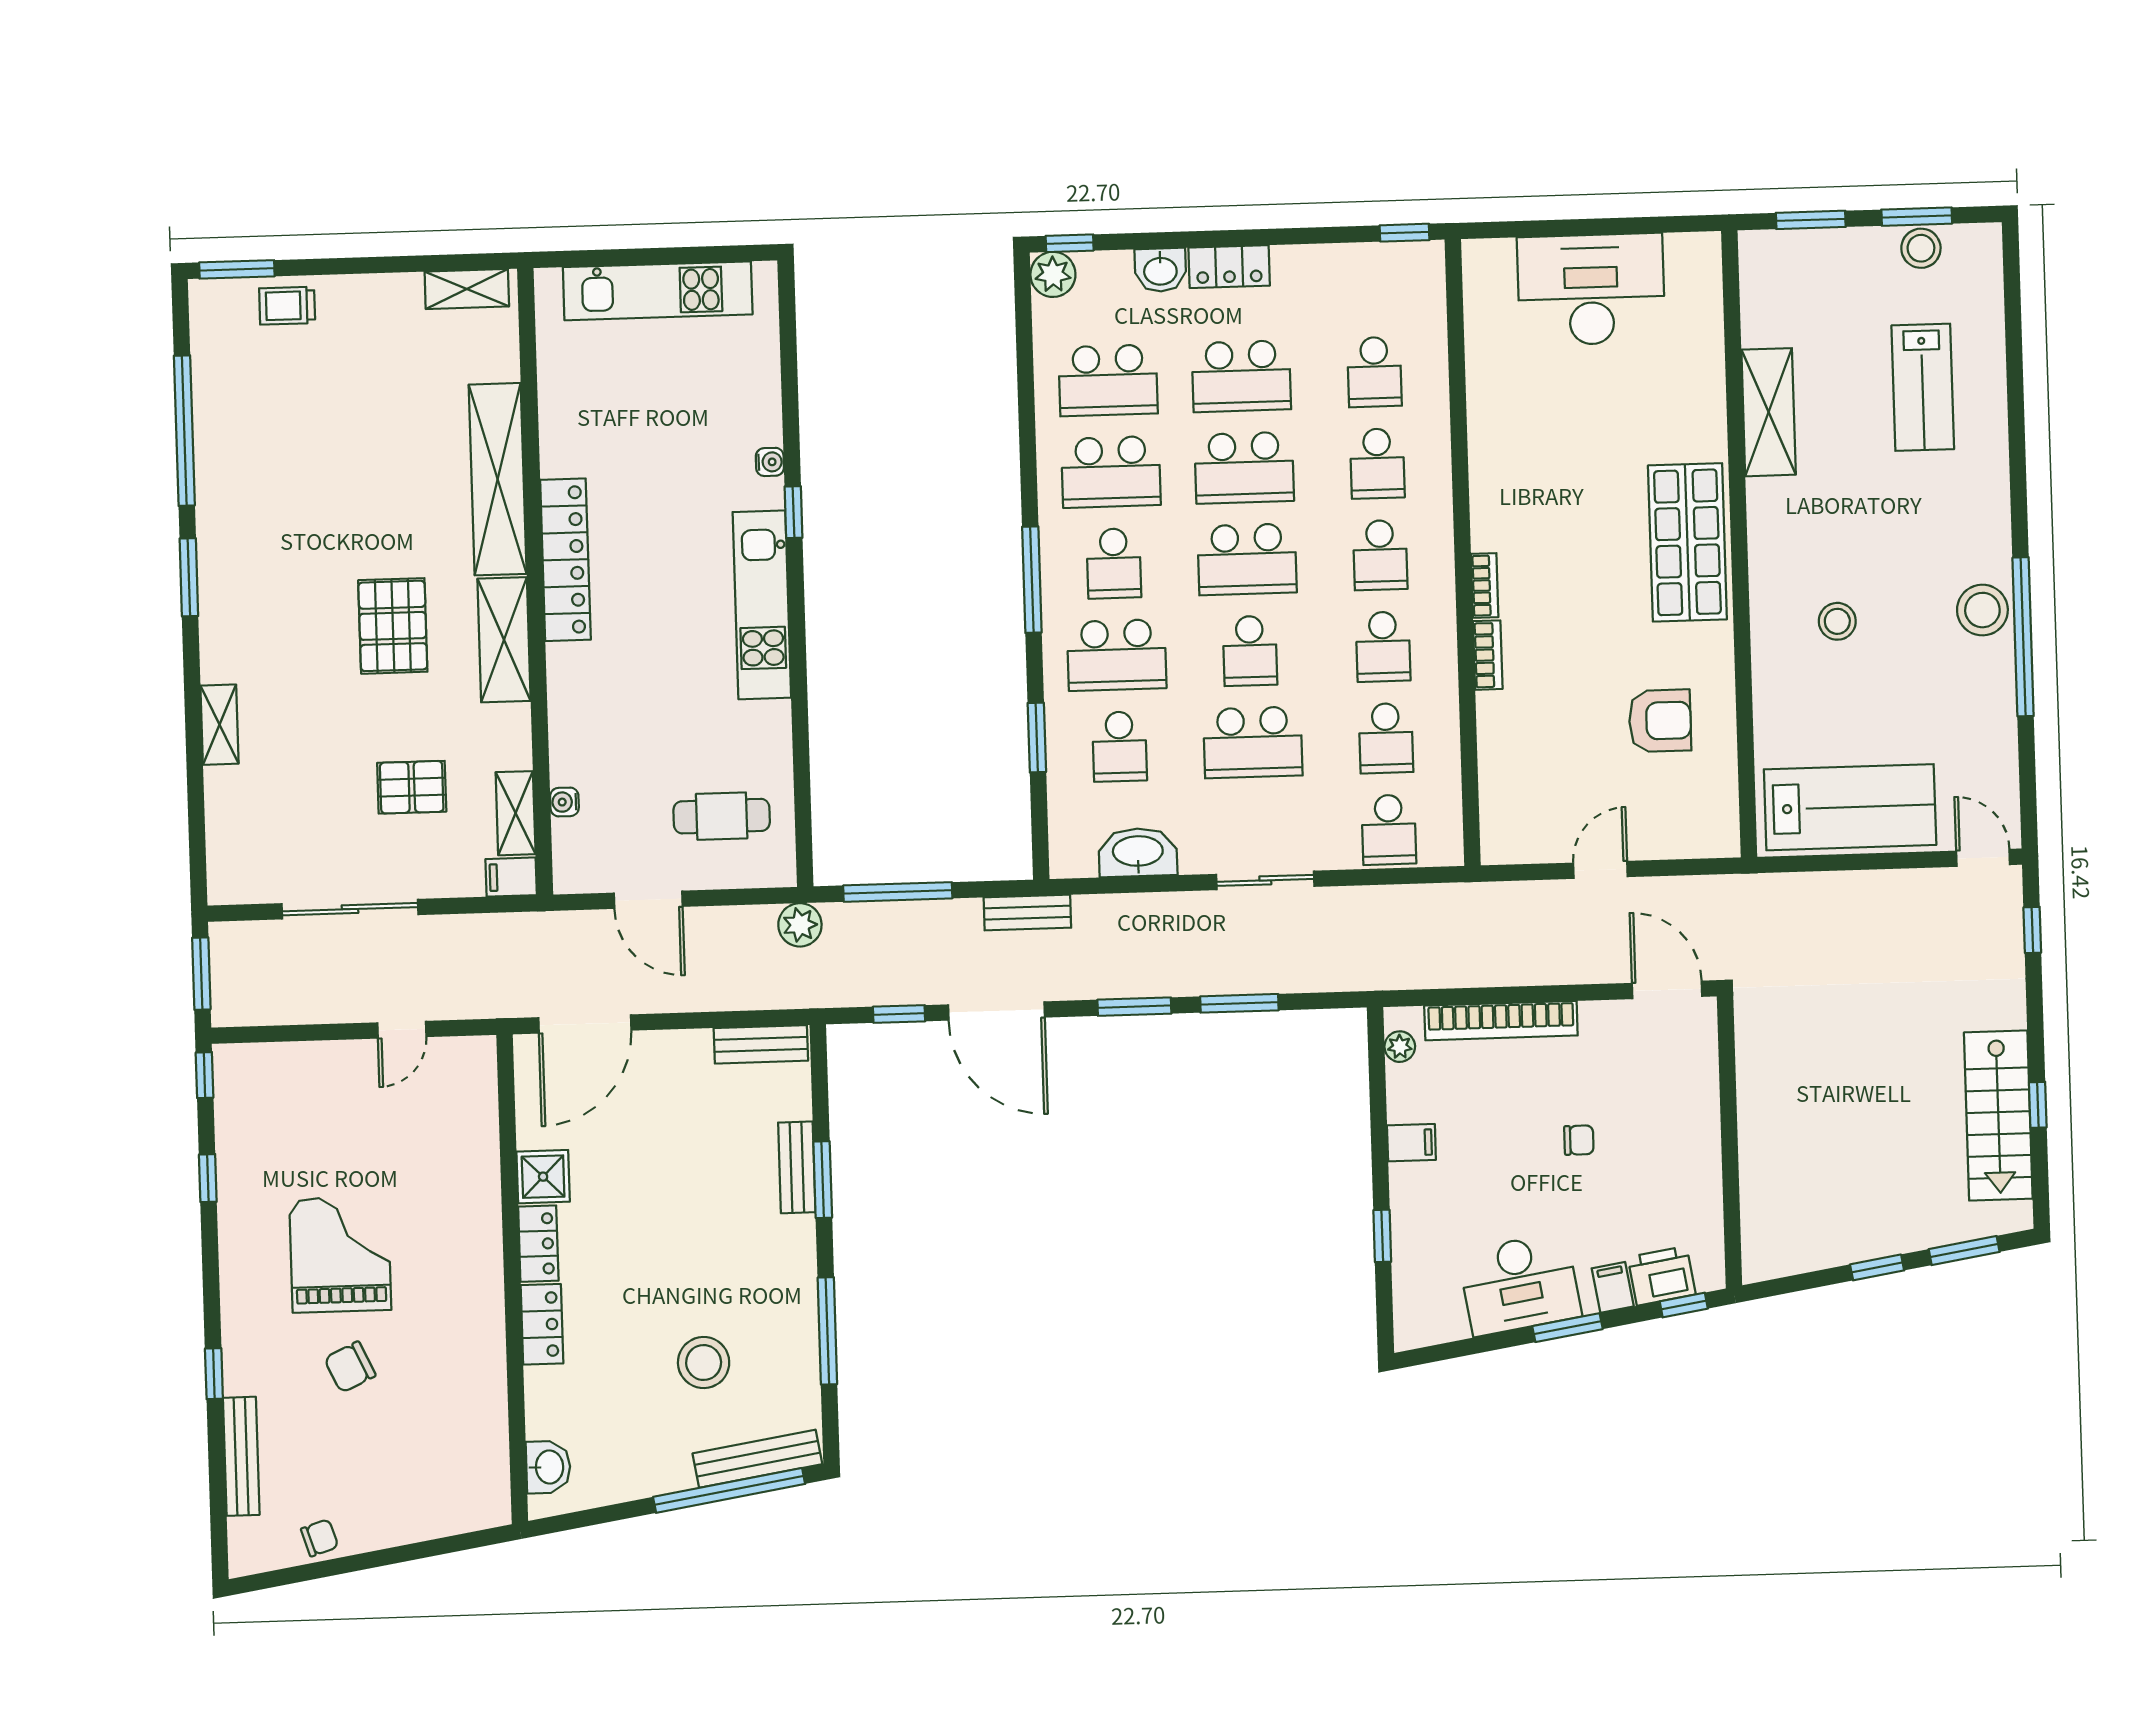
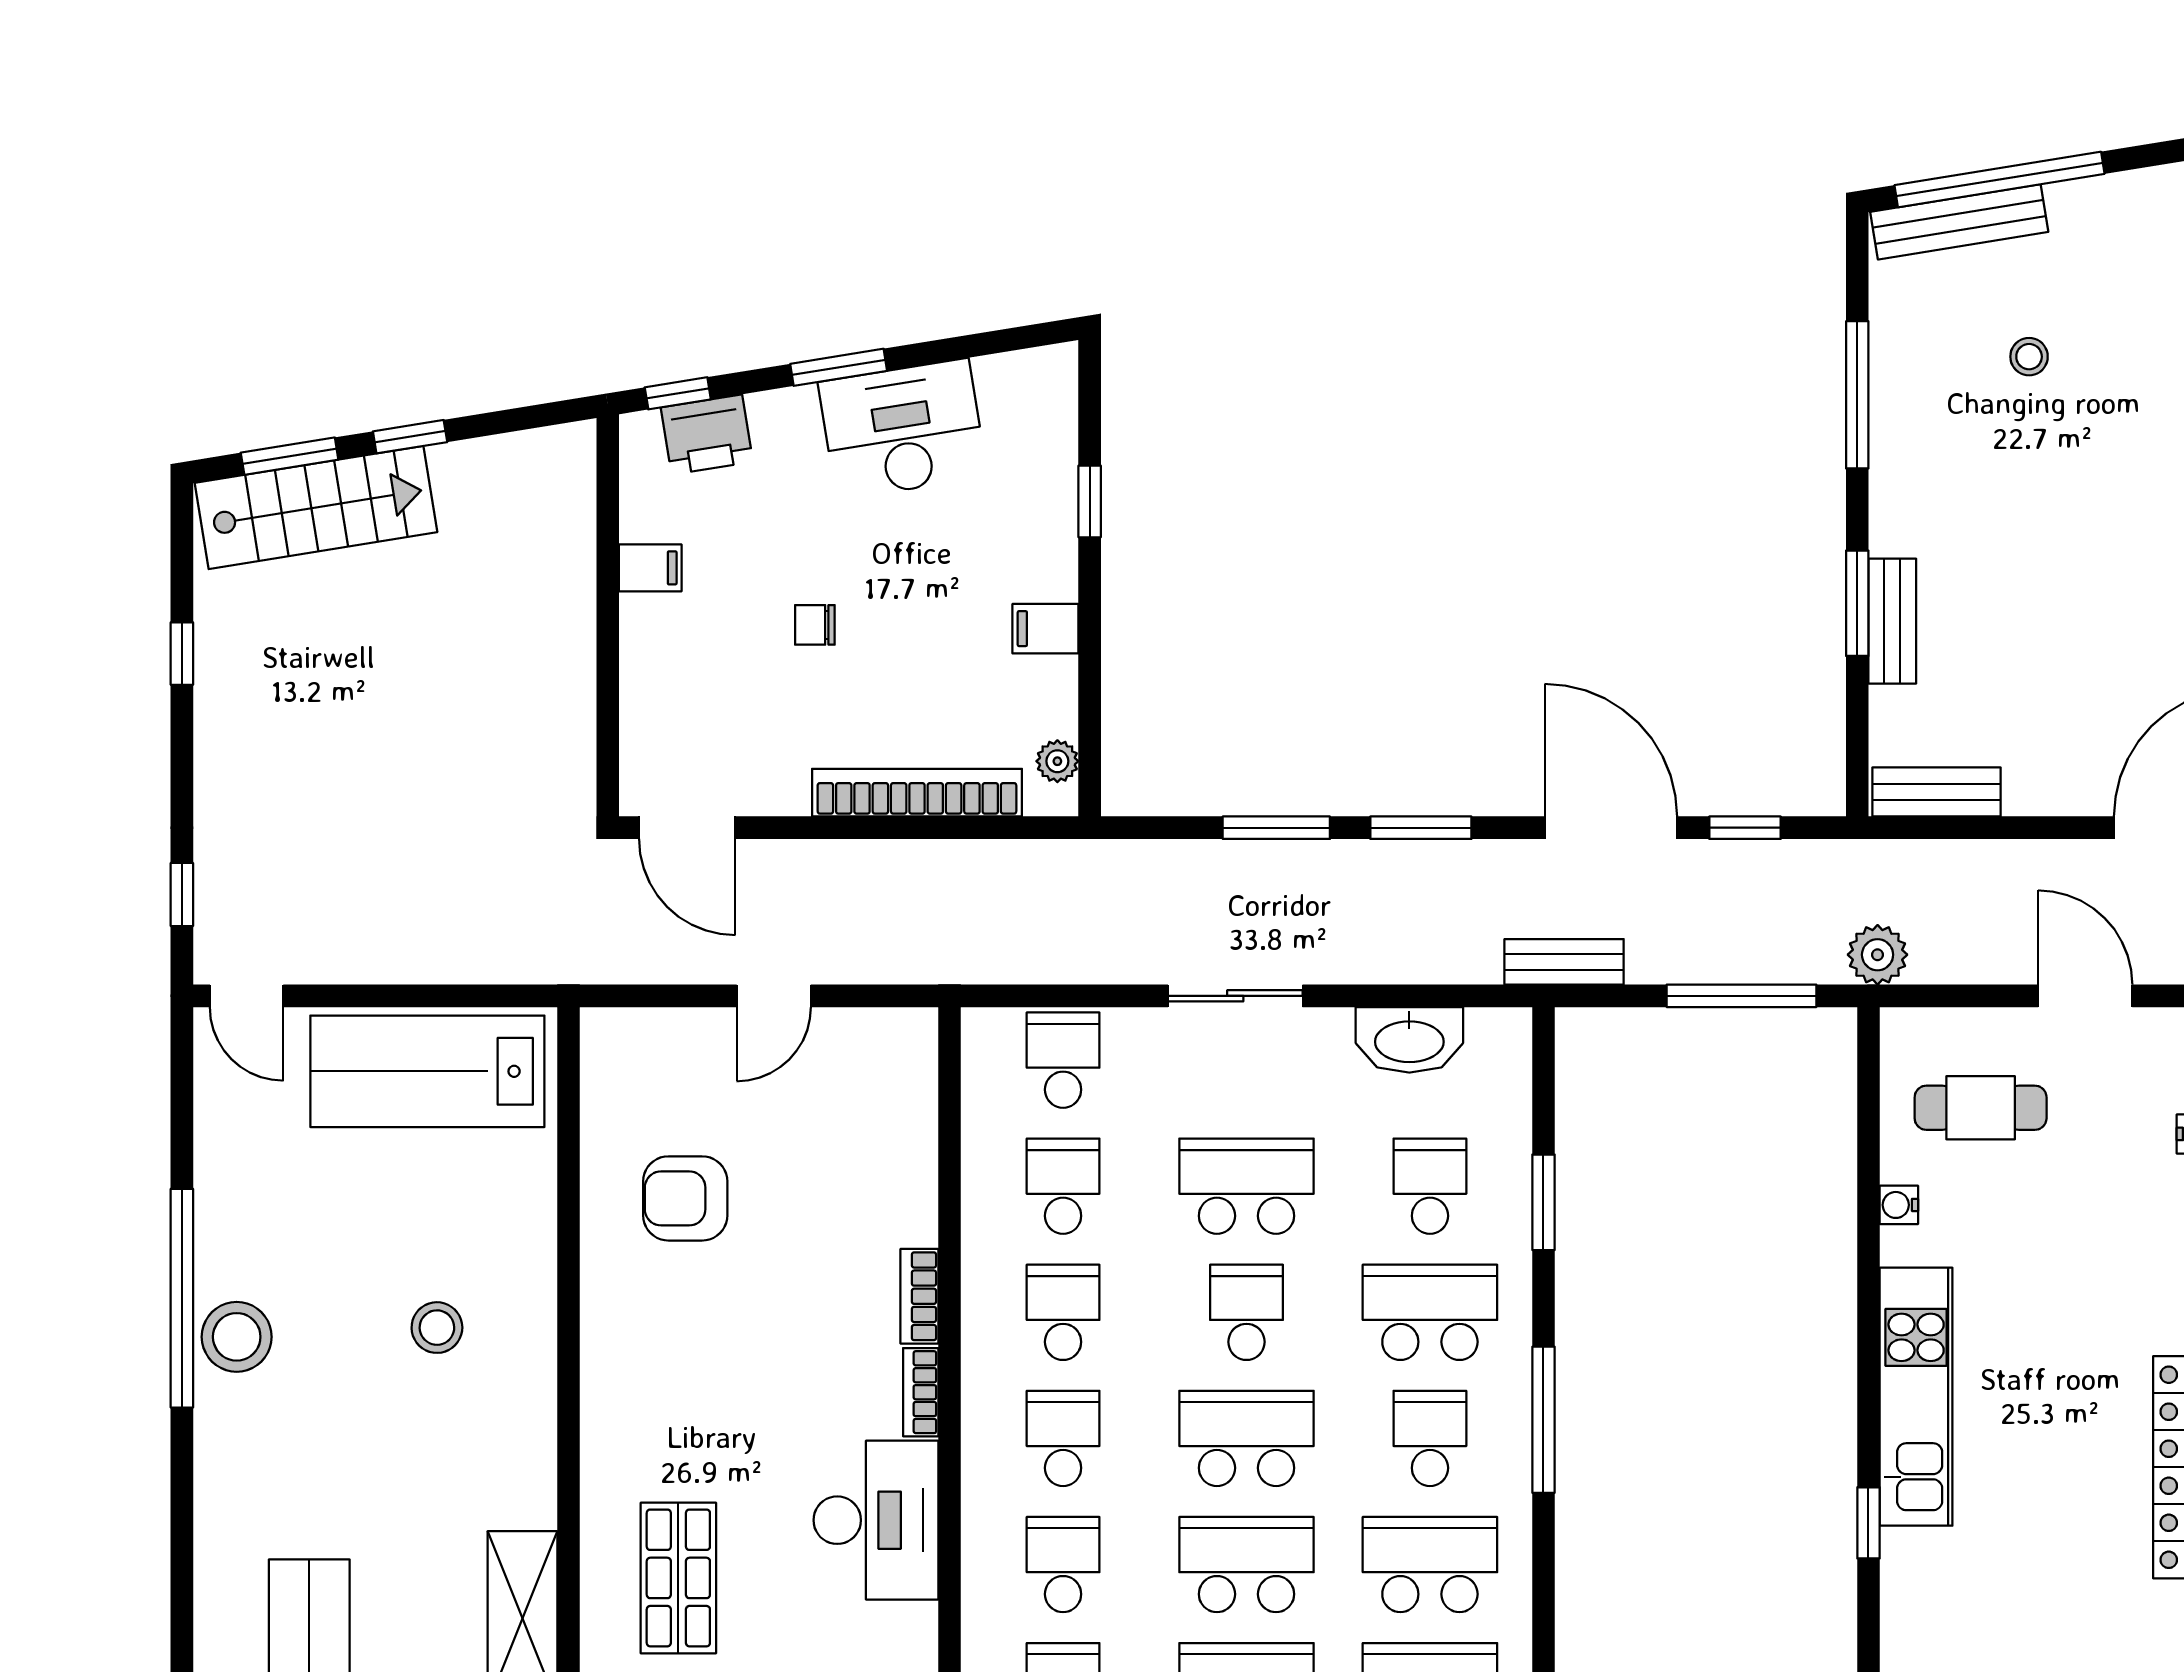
water cooler: (770, 462) -> (1899, 1205), moved
desk: (1514, 492) -> (876, 1520), added
shop shelf: (1687, 542) -> (678, 1578), moved, width x0.70, depth x0.74
stairs: (1998, 1116) -> (316, 508), moved, turned 81
filing cabinet: (1613, 1287) -> (650, 568), moved, turned -81
stool: (704, 1363) -> (2029, 357), width x0.53, depth x0.53

